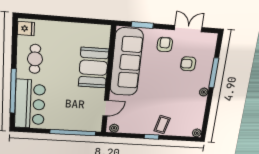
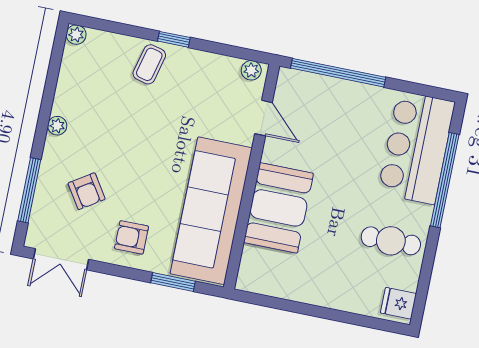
double door: (188, 29) -> (61, 259), moved
armchair: (165, 44) -> (132, 237), turned 90
cafe table: (35, 59) -> (391, 241), turned 90
armchair: (188, 64) -> (87, 191), turned 57
window: (214, 73) -> (29, 190), moved
door: (106, 108) -> (264, 118), swing flipped

